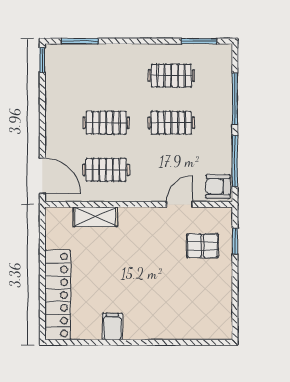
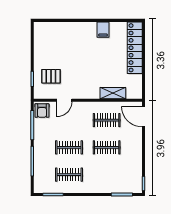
armchair: (218, 187) -> (42, 110), turned 90

